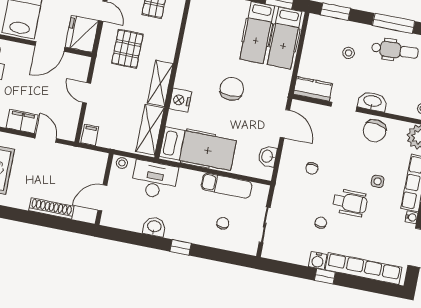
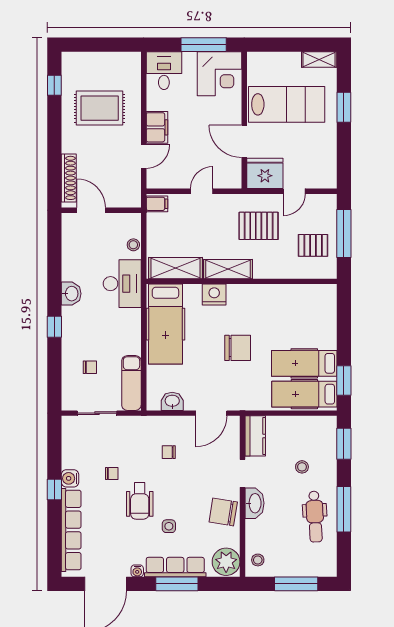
exam couch: (227, 186) -> (131, 383), moved
wall: (104, 189) -> (101, 210), moved
door: (102, 198) -> (91, 210), moved

